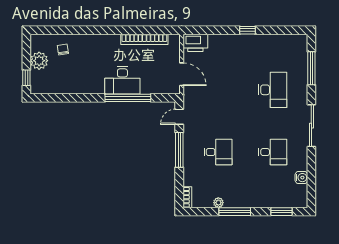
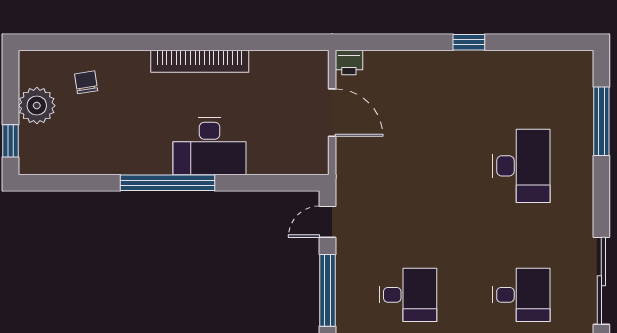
bookcase: (144, 39) -> (200, 61), moved
printer: (195, 43) -> (349, 63), width x0.53, depth x0.68
door: (182, 74) -> (332, 113), moved
window: (128, 98) -> (167, 183), moved
sliding door: (311, 126) -> (601, 281), moved

